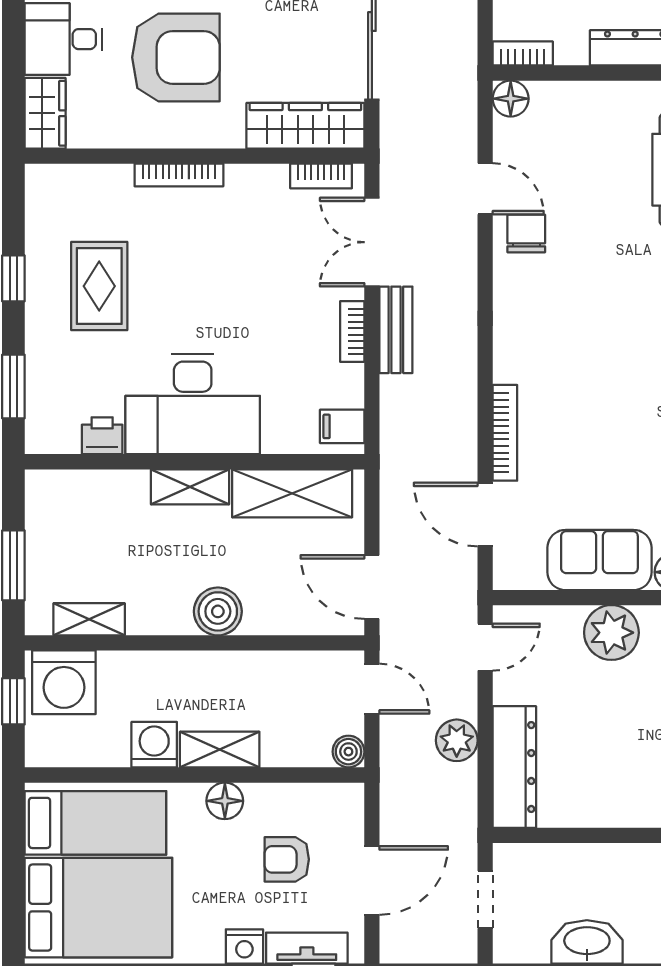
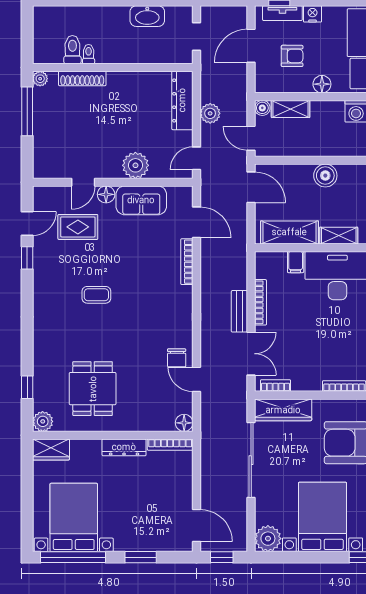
bookcase: (523, 53) -> (170, 445), width x1.56
bookcase: (352, 331) -> (261, 302), width x1.56
filing cabinet: (342, 426) -> (296, 262), moved, turned 90
shelving: (220, 750) -> (291, 109), moved

